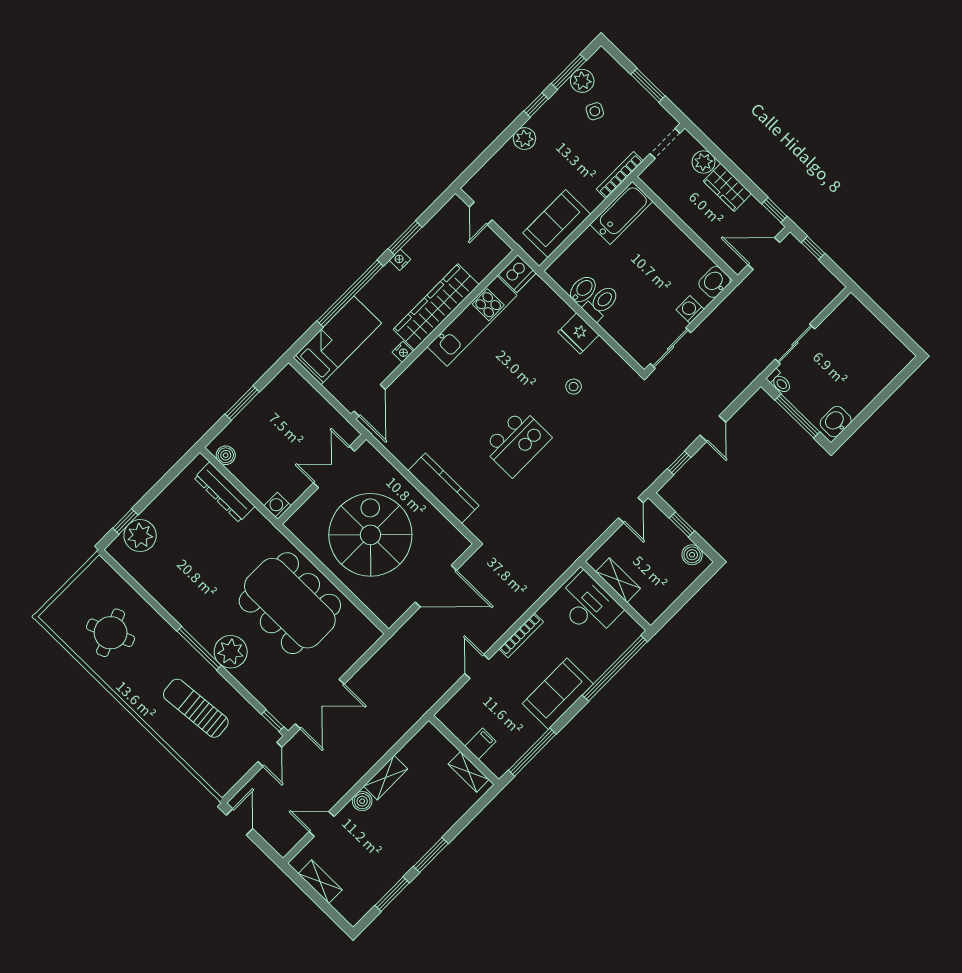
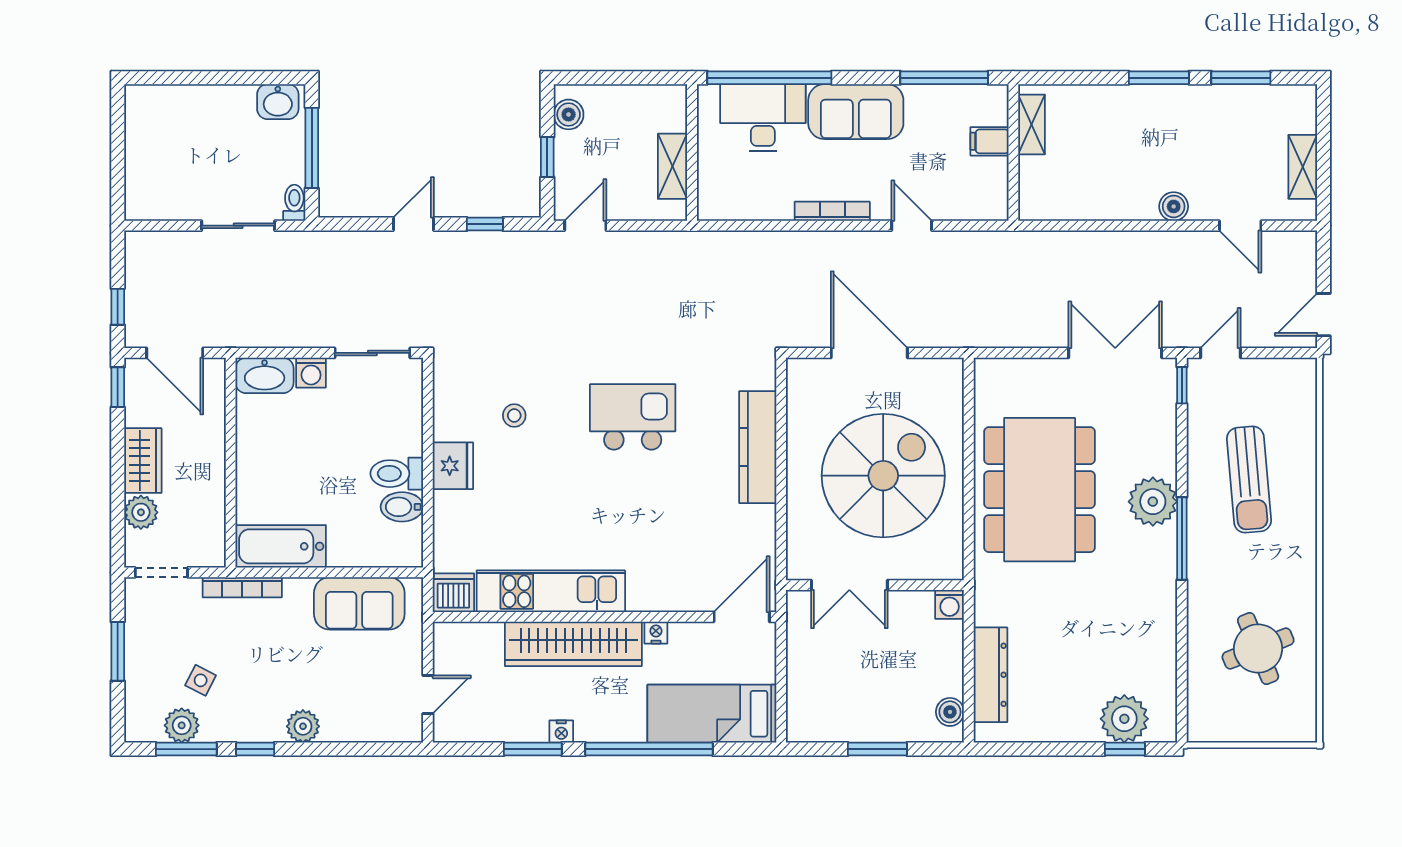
washbasin: (715, 282) -> (265, 375), width x1.38
spiral stairs: (370, 535) -> (883, 476), turned 180
desk: (588, 606) -> (763, 118), moved, turned 90
door: (477, 667) -> (912, 226), swing flipped
shelving: (386, 778) -> (1124, 206), removed

